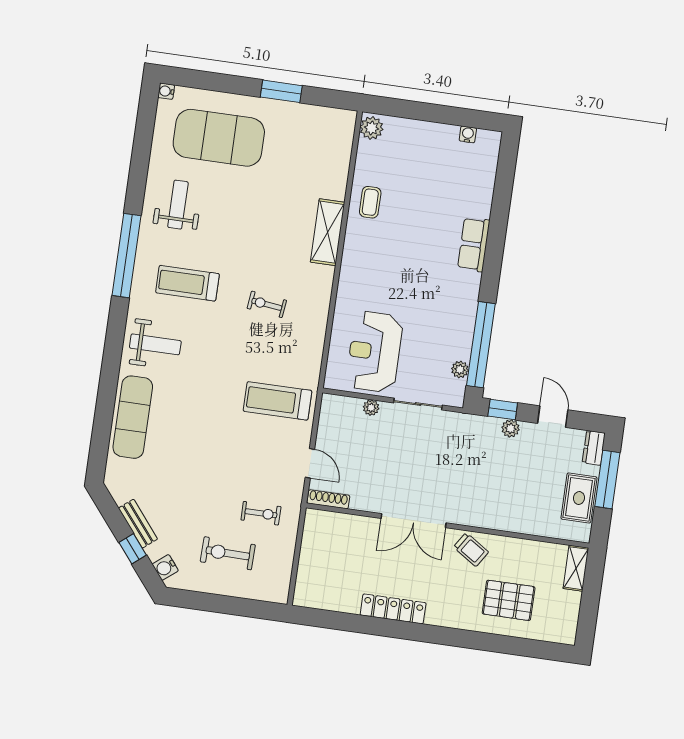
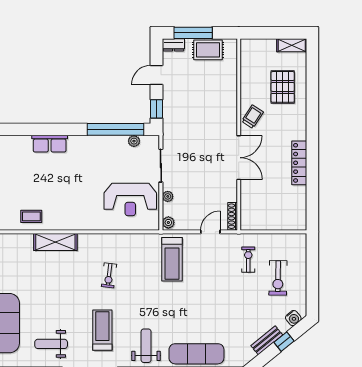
treadmill: (187, 283) -> (102, 330), turned 180
plant: (511, 428) -> (168, 222), moved
shelving: (576, 568) -> (292, 45), moved

